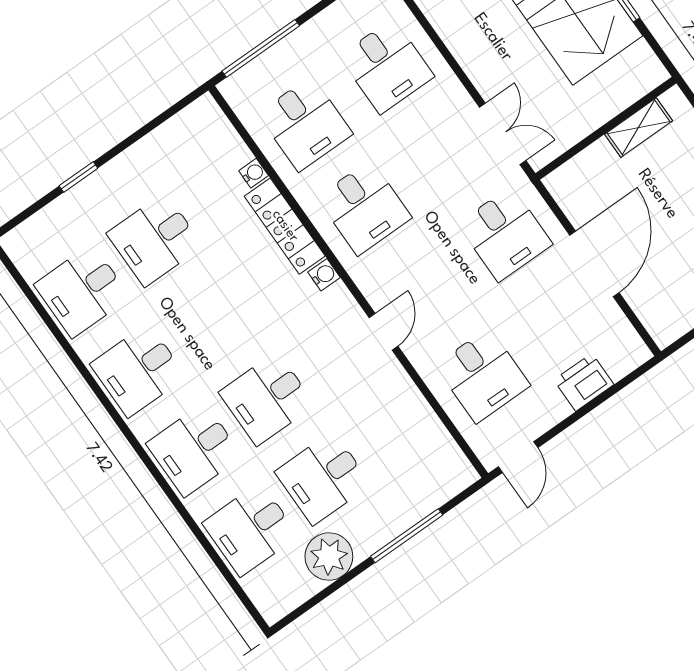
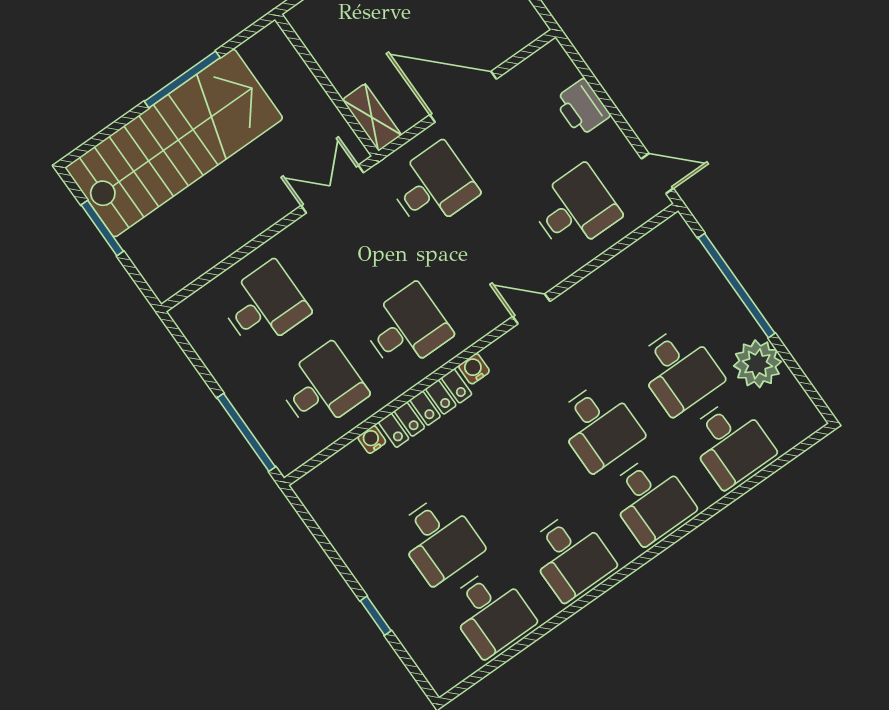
shelving: (639, 128) -> (372, 117), moved
window: (407, 536) -> (736, 286), width x1.46

